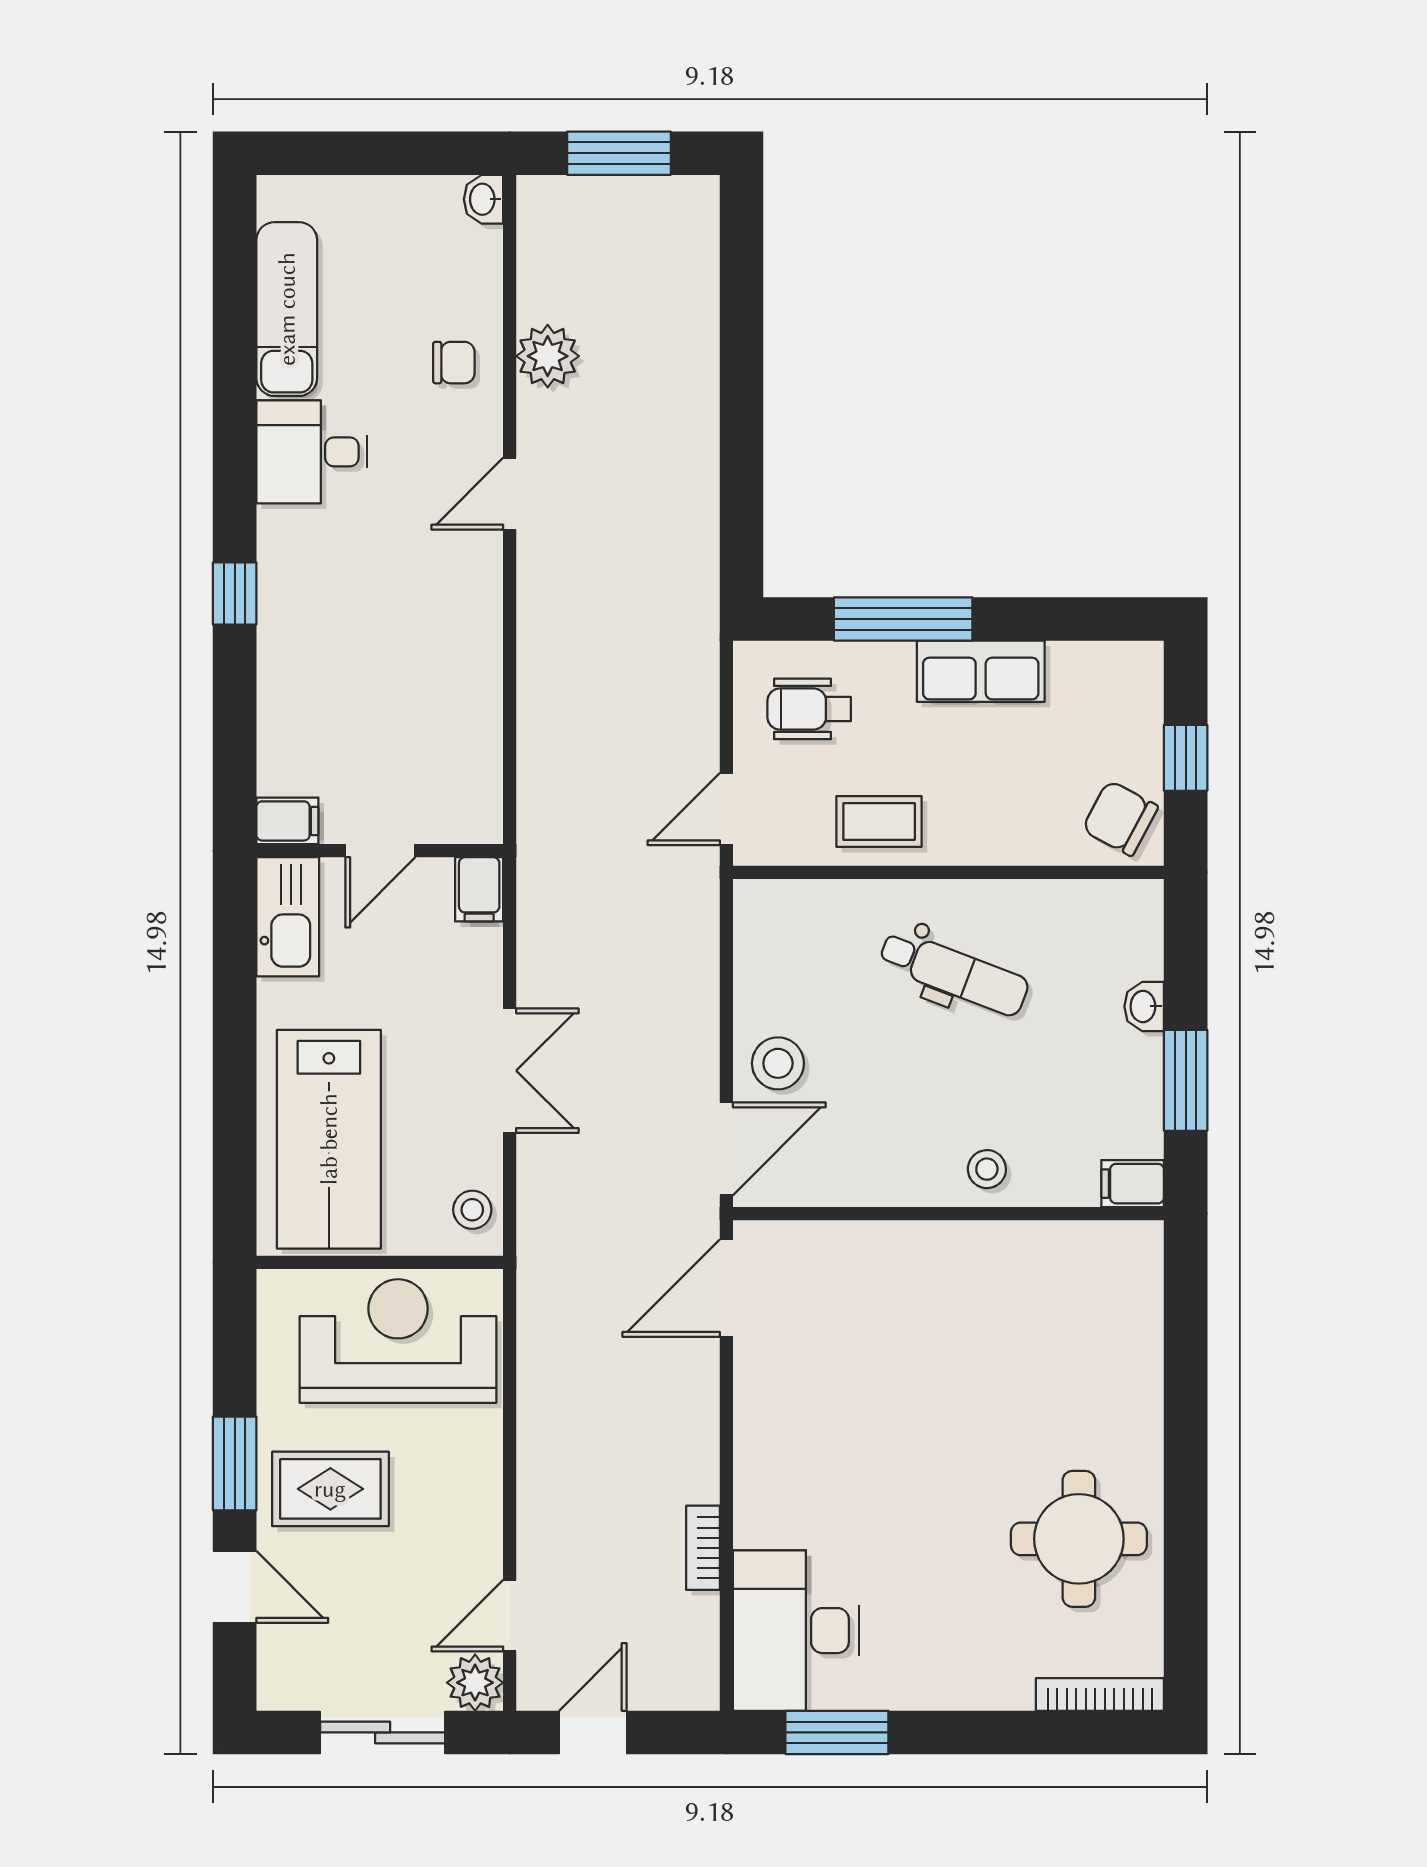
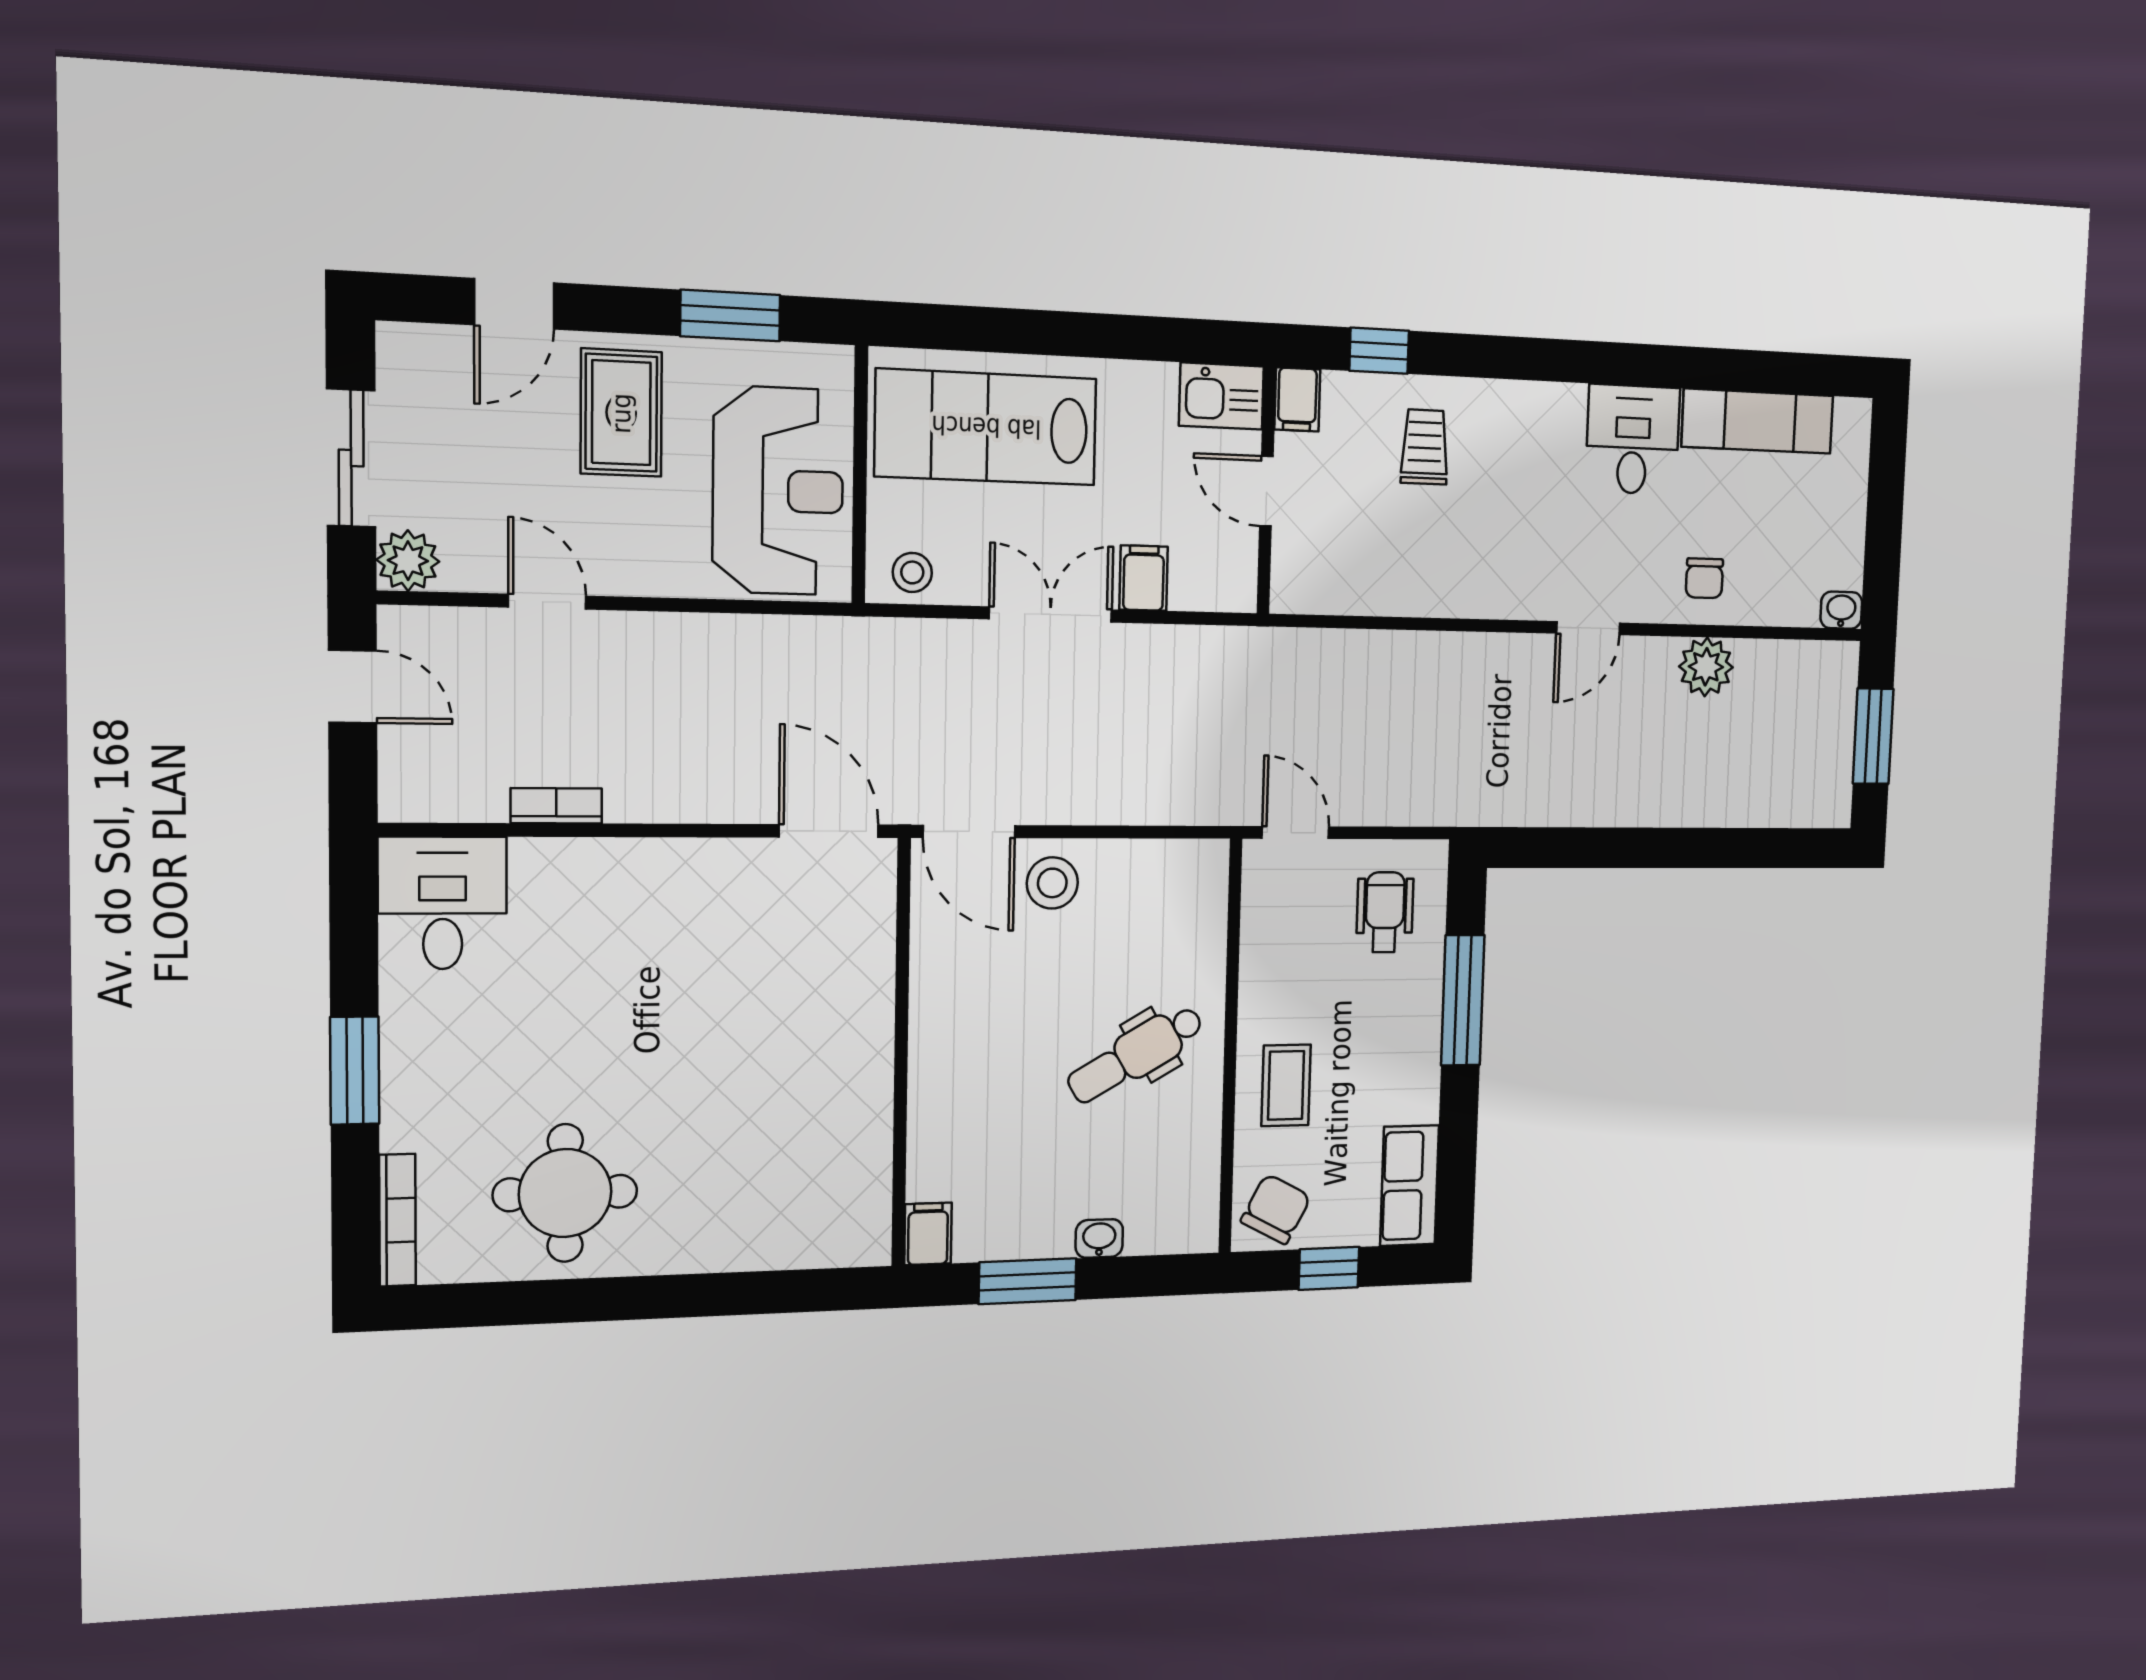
door: (510, 494) -> (1588, 628), swing flipped
window: (235, 594) -> (1379, 351), moved
row of seats: (981, 671) -> (1410, 1186), moved
trolley: (329, 683) -> (1425, 447), added
coffee table: (879, 822) -> (1286, 1085), moved
filing cabinet: (479, 889) -> (1144, 578), moved, turned 90
kitchen sink: (288, 917) -> (1221, 396), width x0.73
dental chair: (954, 973) -> (1136, 1054), turned 39
double door: (510, 1071) -> (1051, 614), swing flipped
stool: (987, 1169) -> (945, 1091), removed
window: (235, 1463) -> (730, 316), moved
door: (510, 1616) -> (547, 602), moved
desk: (796, 1631) -> (443, 903), width x0.73
window: (837, 1732) -> (355, 1071), moved

